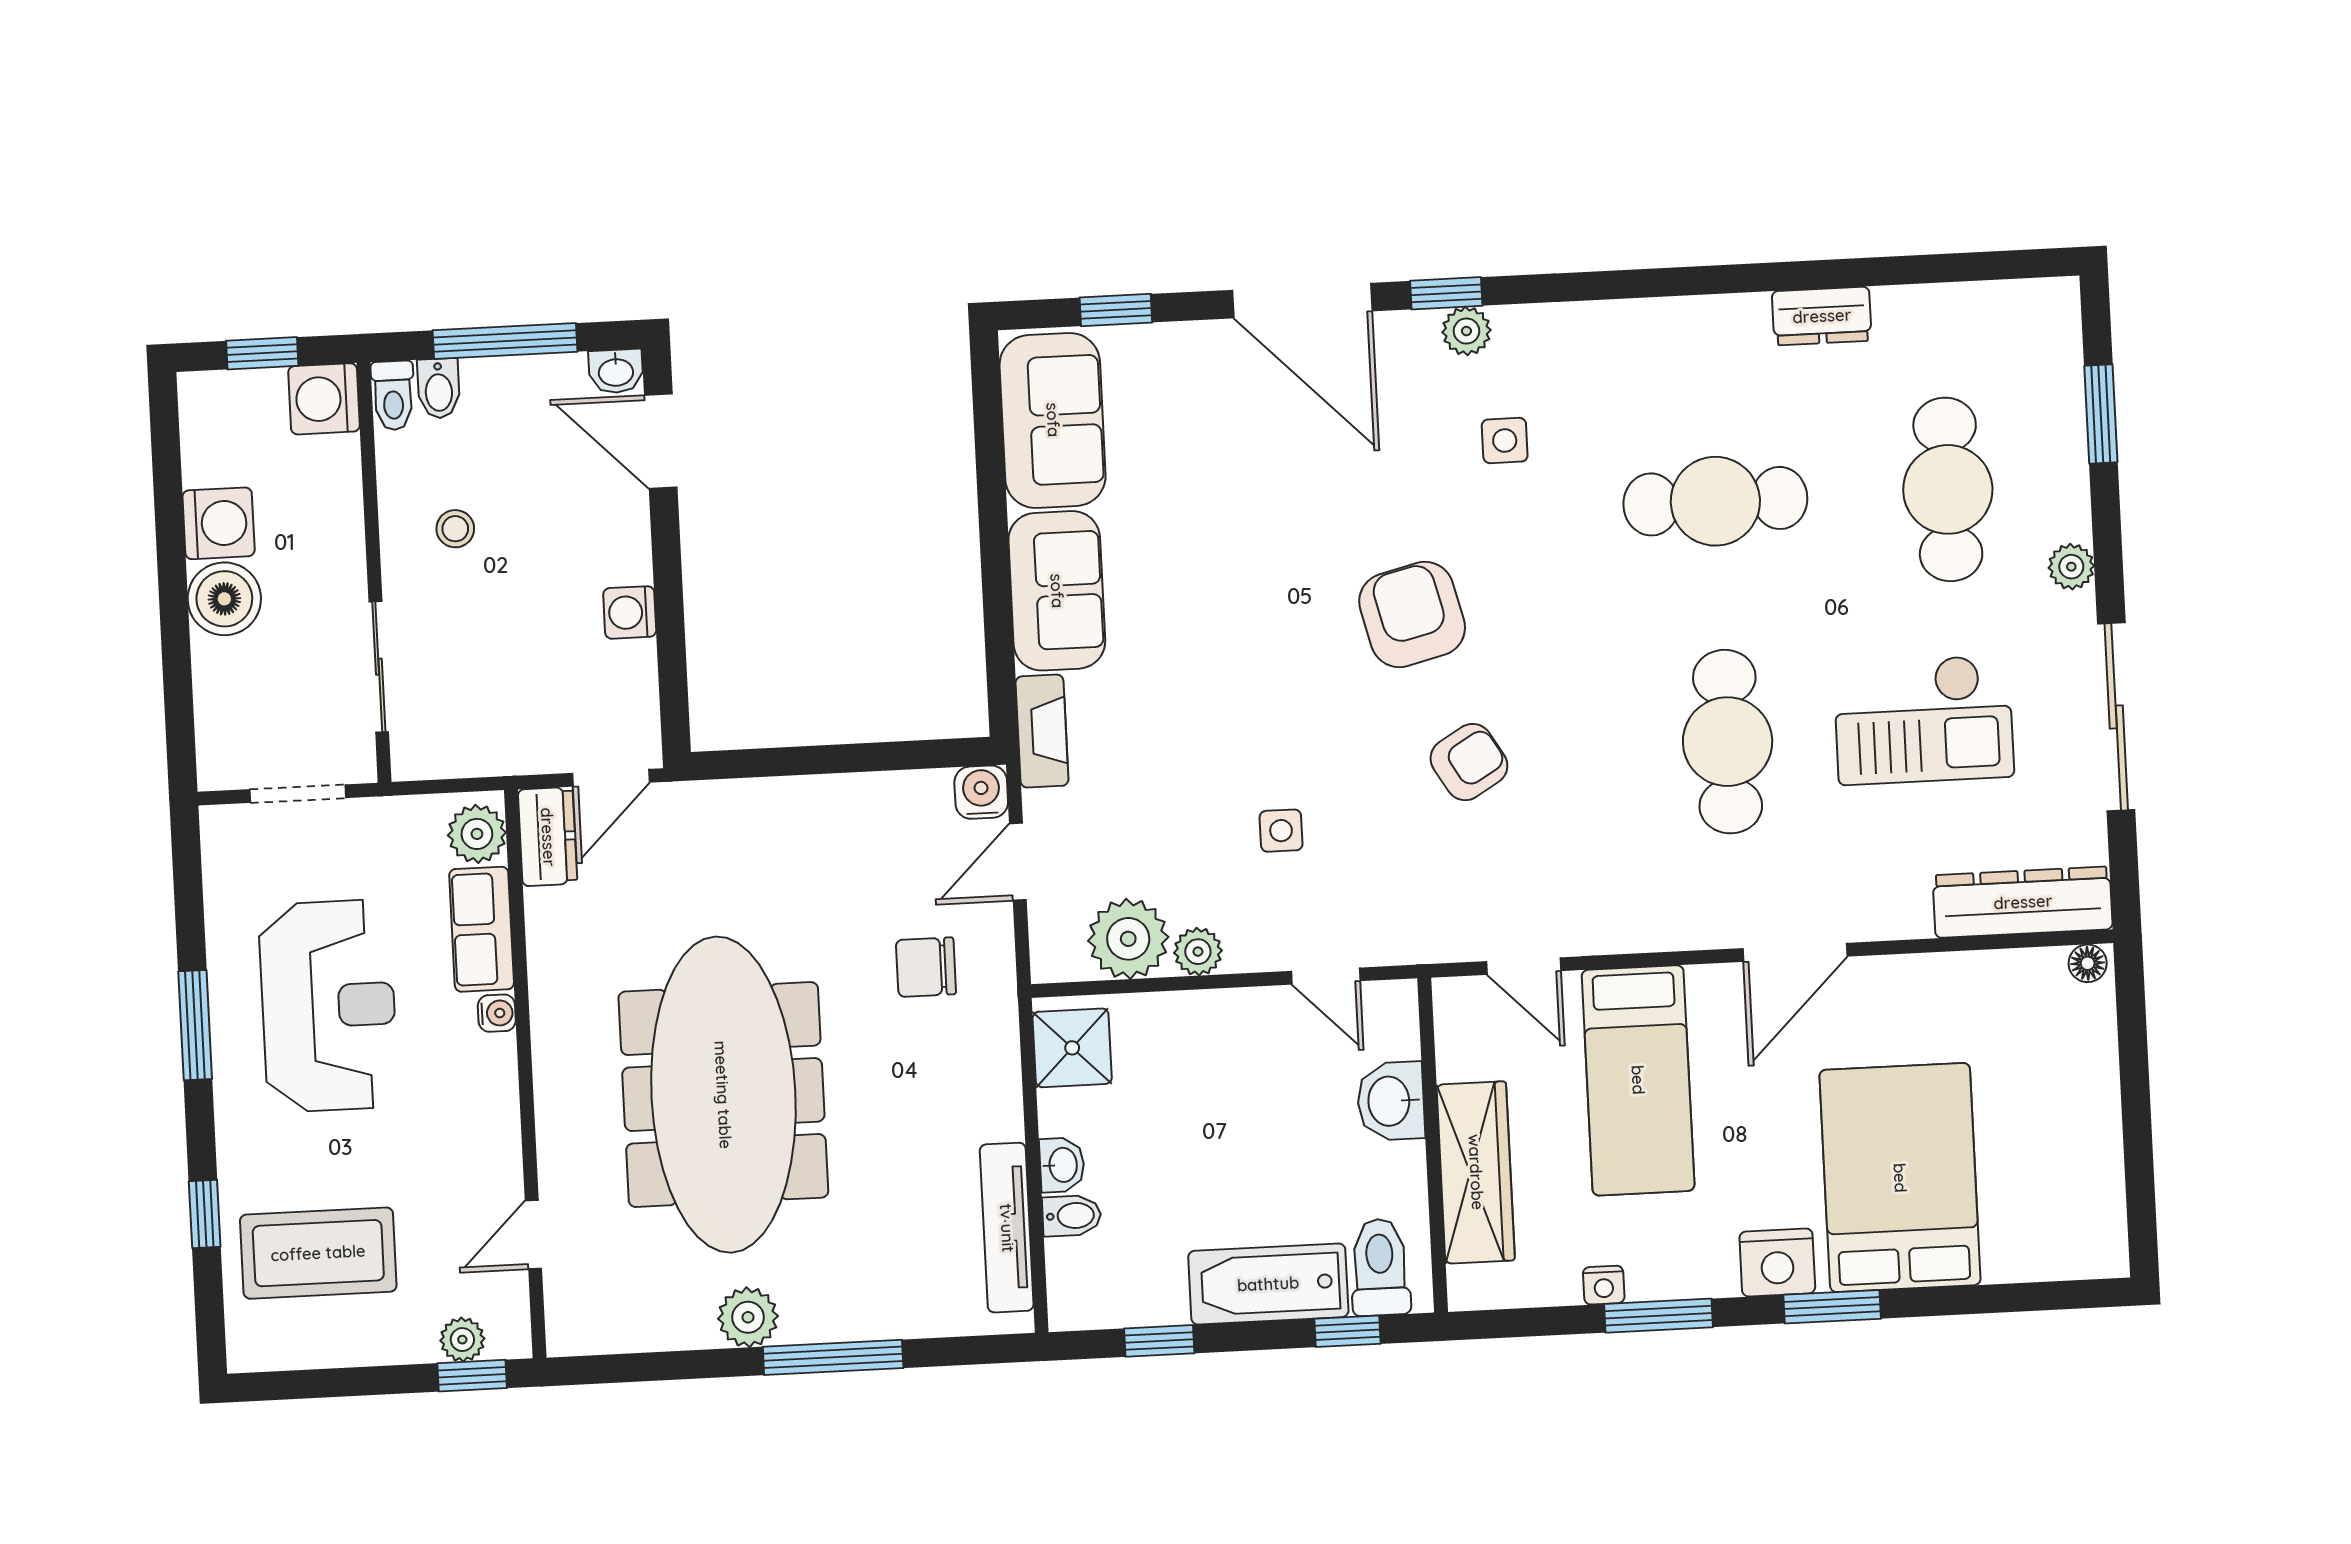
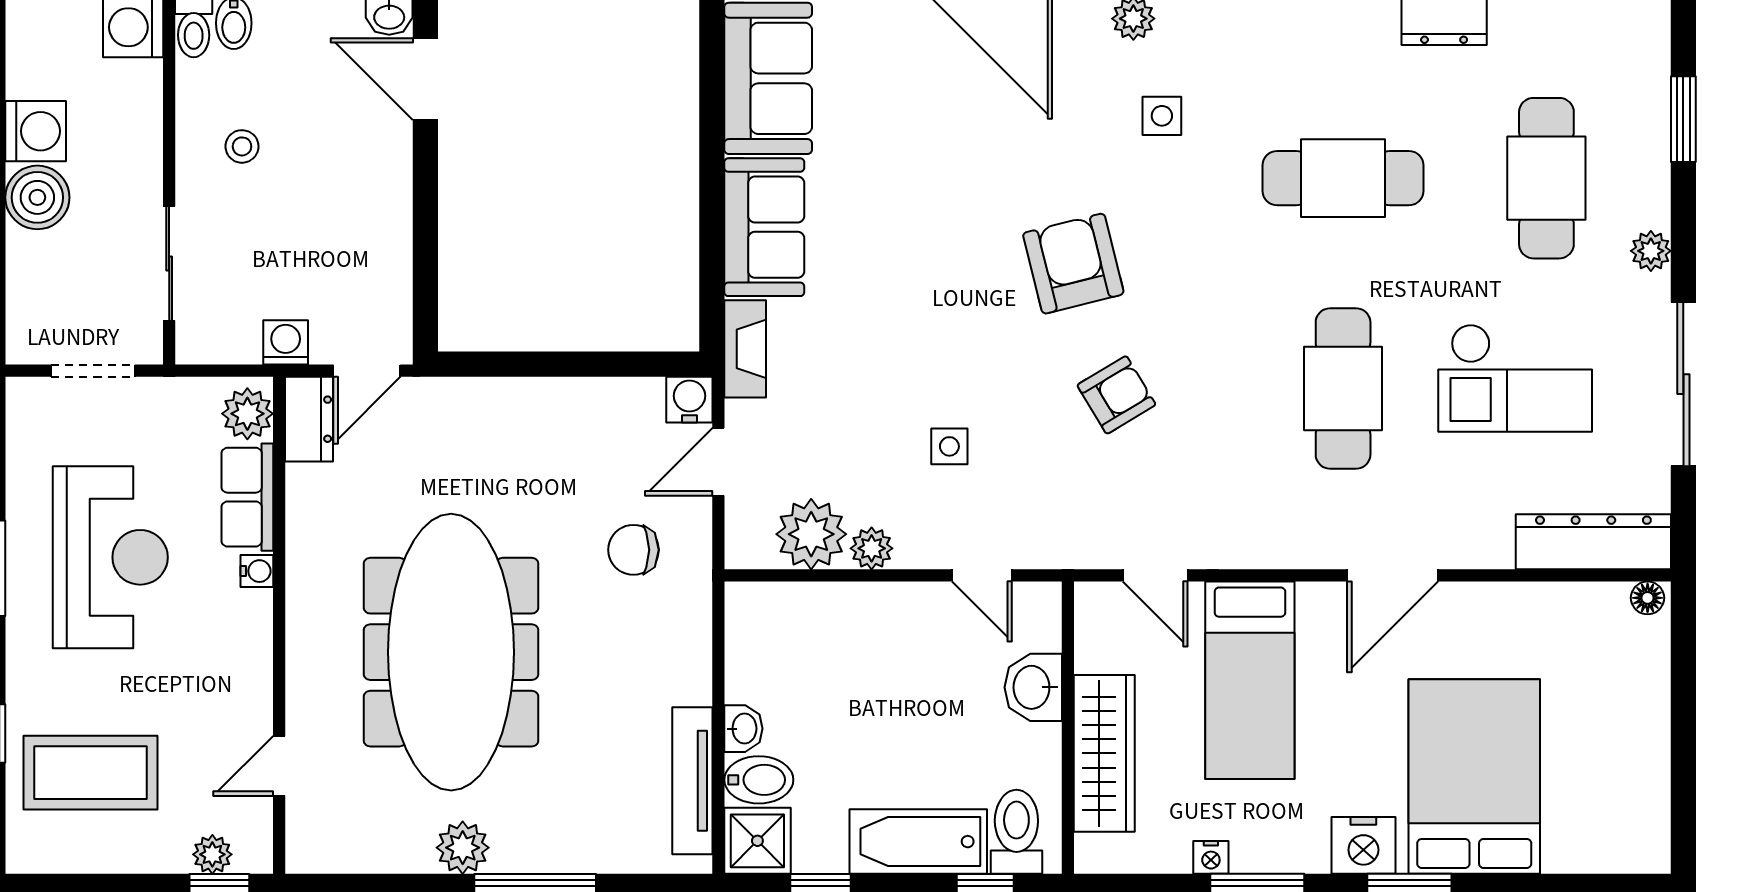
washing machine: (630, 612) -> (286, 342), moved, turned 90
shower: (1072, 1048) -> (757, 841), moved
bidet: (1072, 1216) -> (759, 780), width x1.38, depth x1.36

